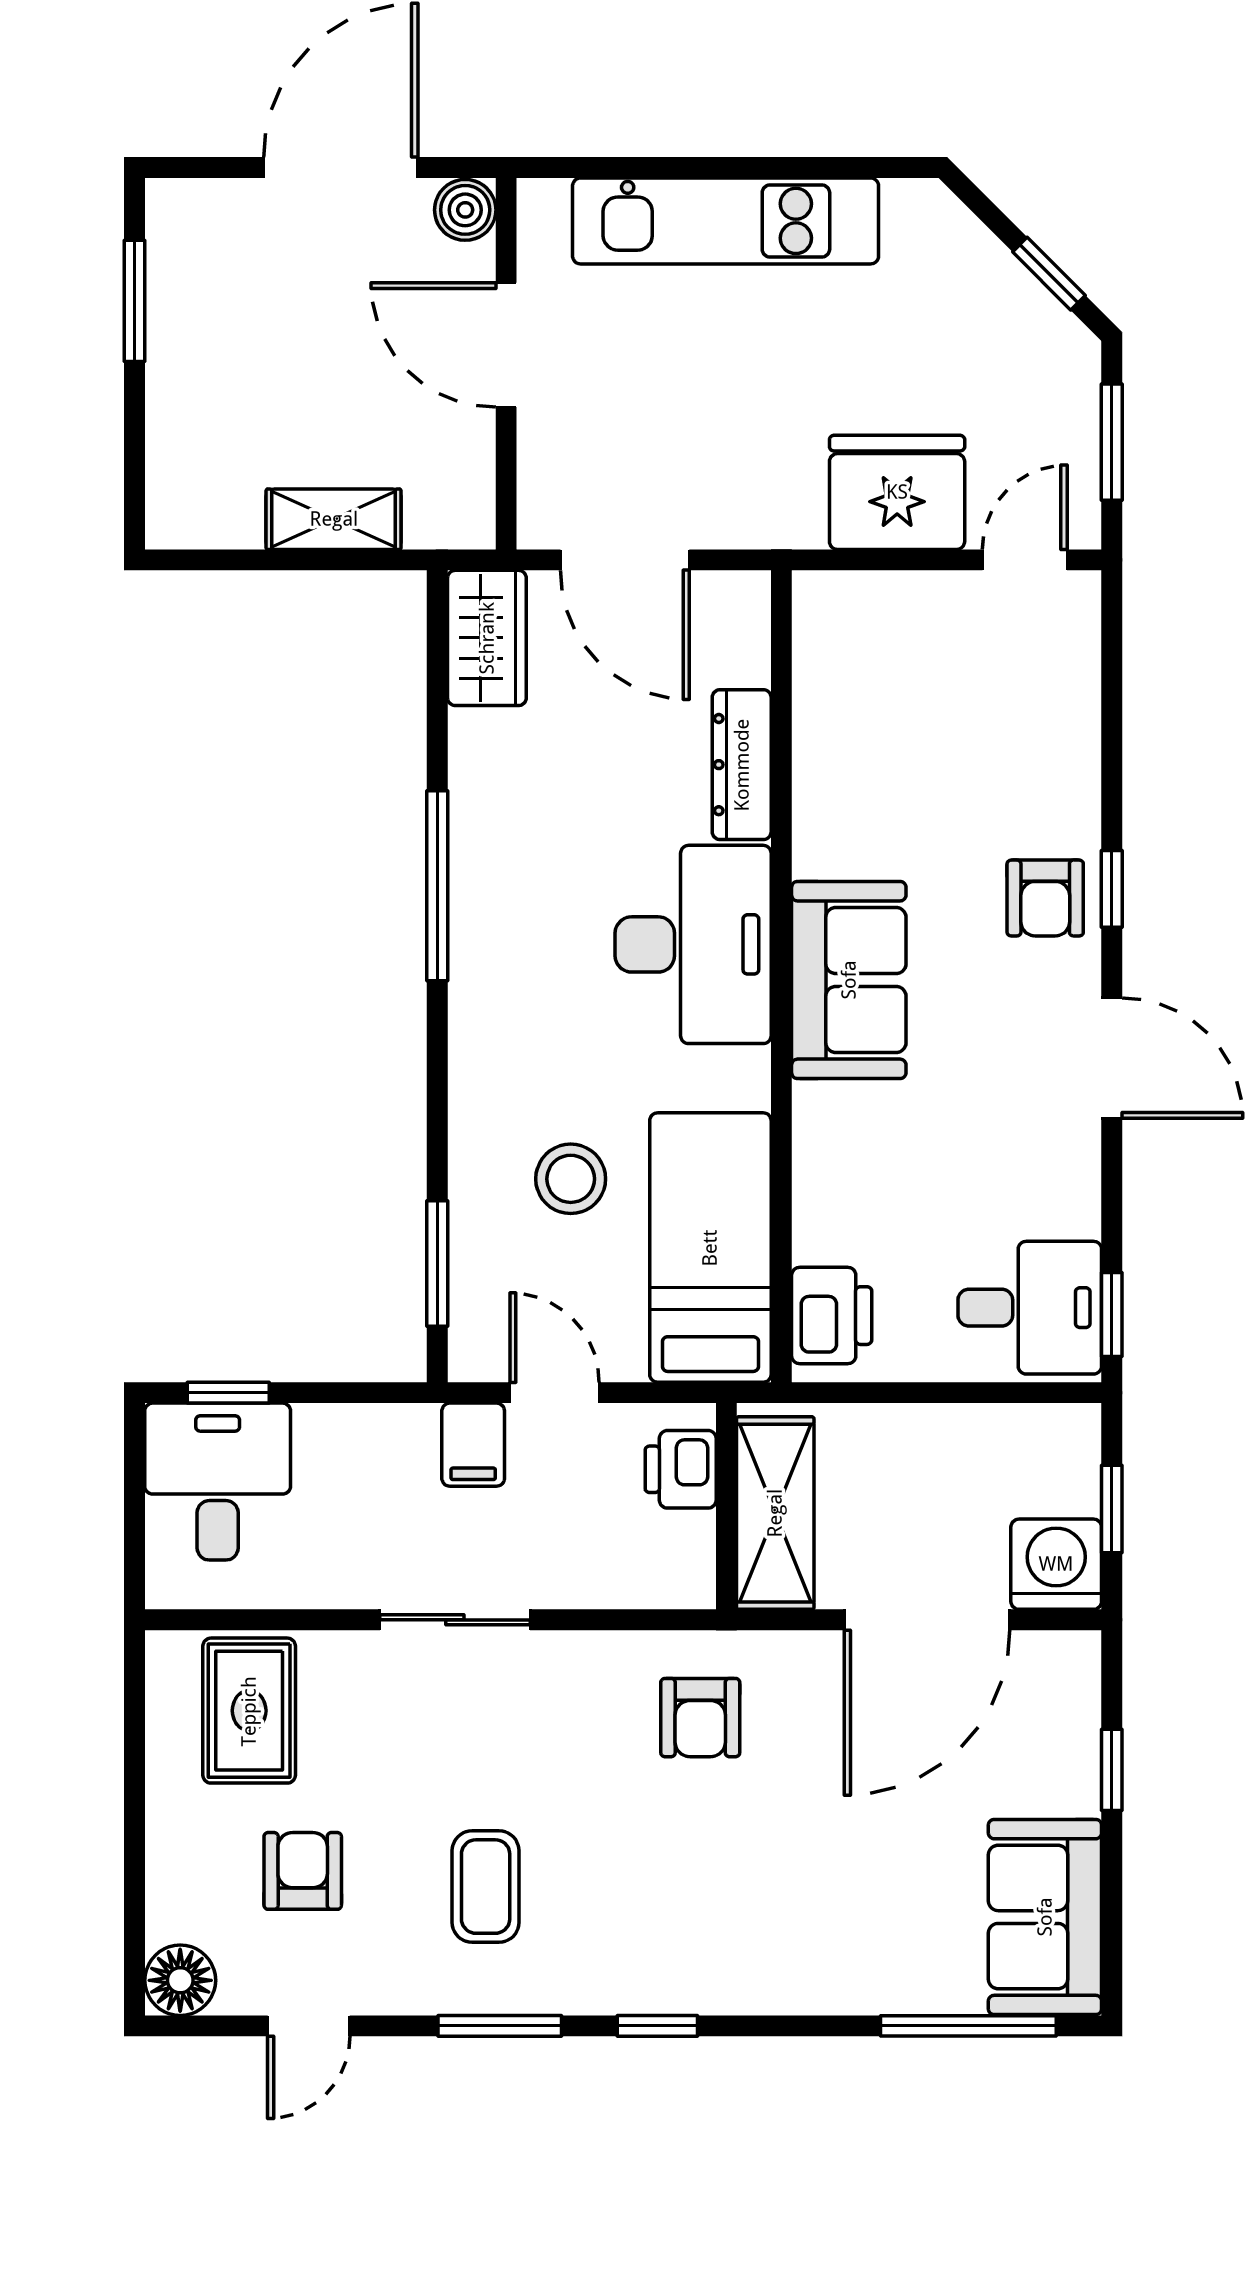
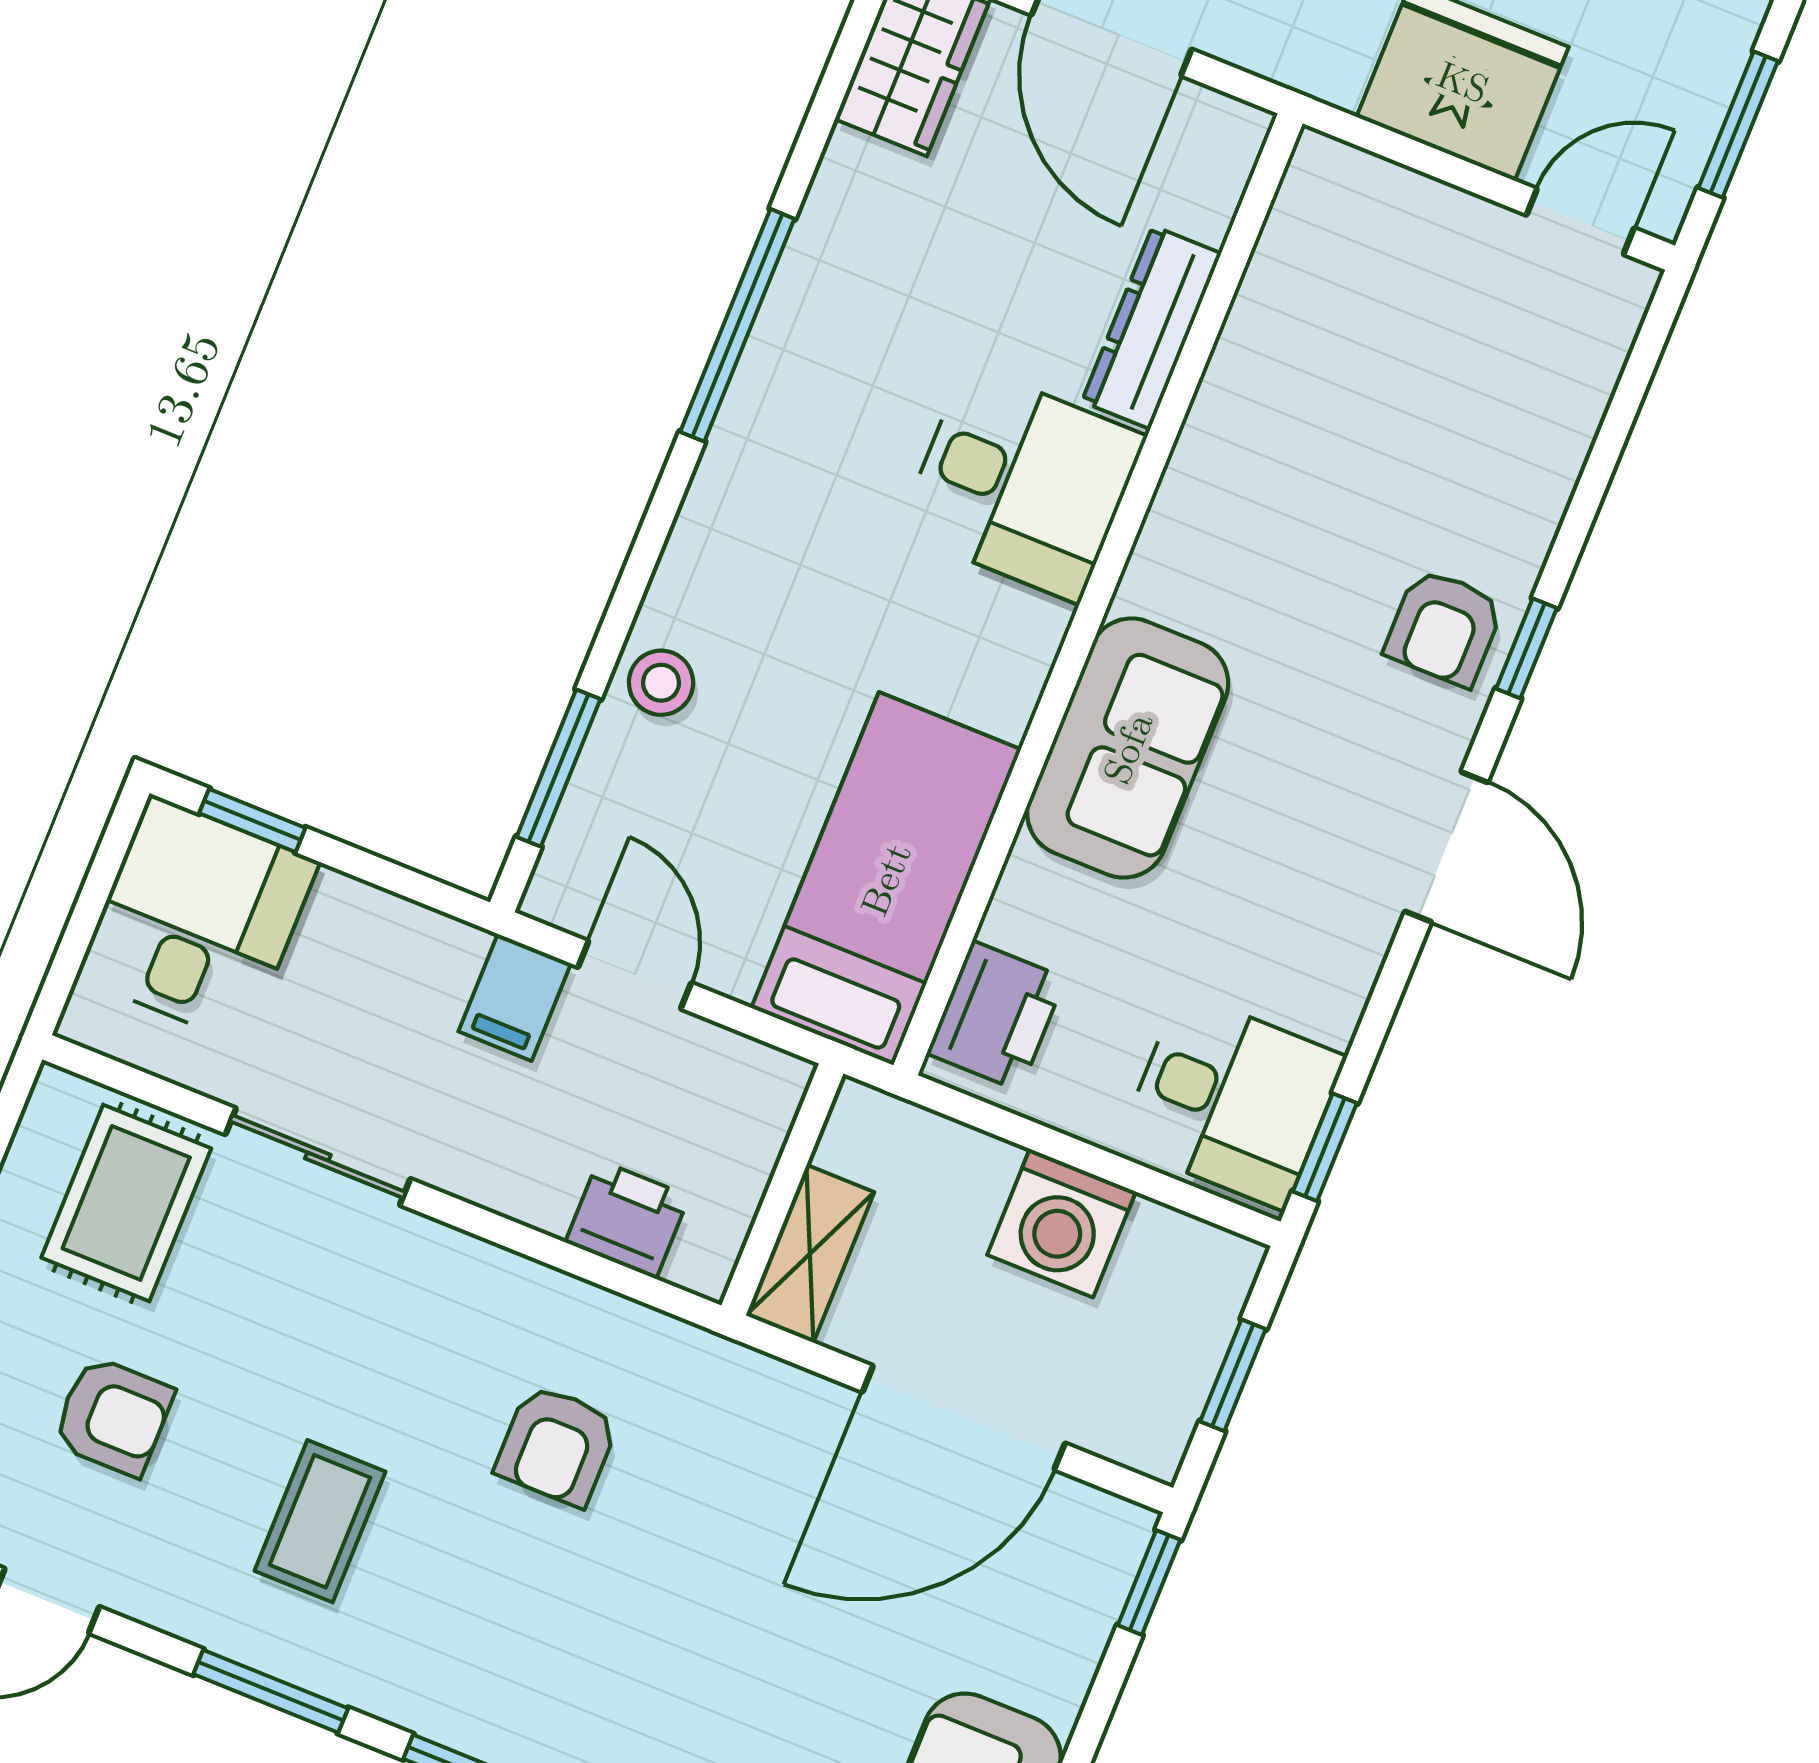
desk: (693, 944) -> (1022, 484), width x0.73
sofa: (849, 980) -> (1128, 748), moved
stool: (571, 1179) -> (661, 683), moved, width x0.73, depth x0.73
printer: (681, 1469) -> (627, 1219), moved, turned 90
shelving: (775, 1513) -> (810, 1254), width x0.67, depth x0.75
washing machine: (1056, 1564) -> (1062, 1223), moved, turned 180
sliding door: (455, 1620) -> (318, 1157), moved
armchair: (700, 1718) -> (557, 1445), moved
window: (1112, 1770) -> (1149, 1582), moved
armchair: (303, 1871) -> (113, 1416), turned 90

